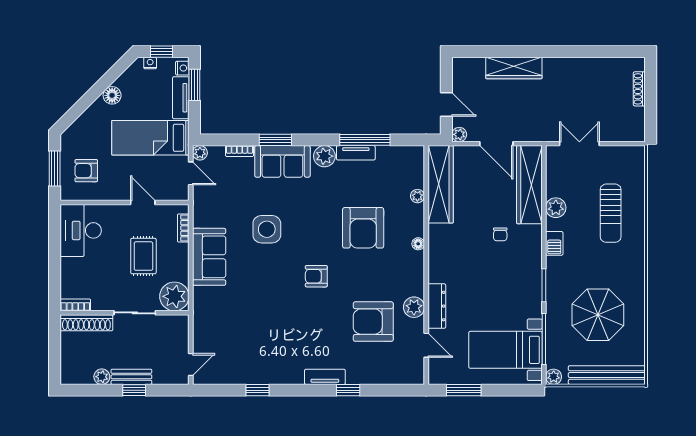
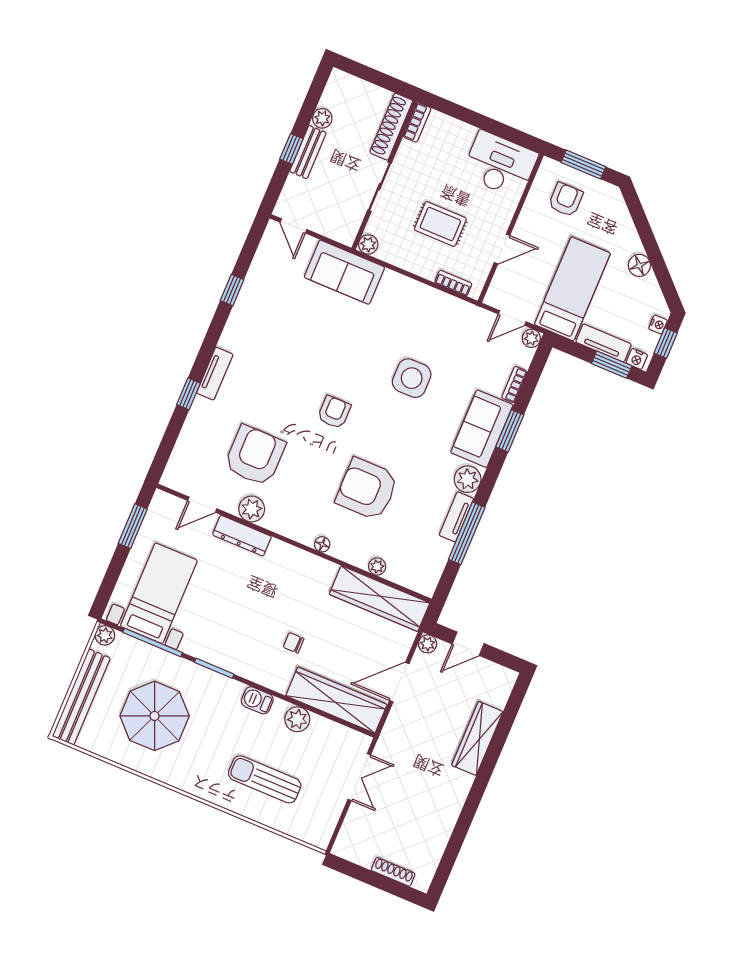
sofa: (209, 257) -> (344, 272), moved
plant: (174, 296) -> (368, 244), width x0.53, depth x0.53

